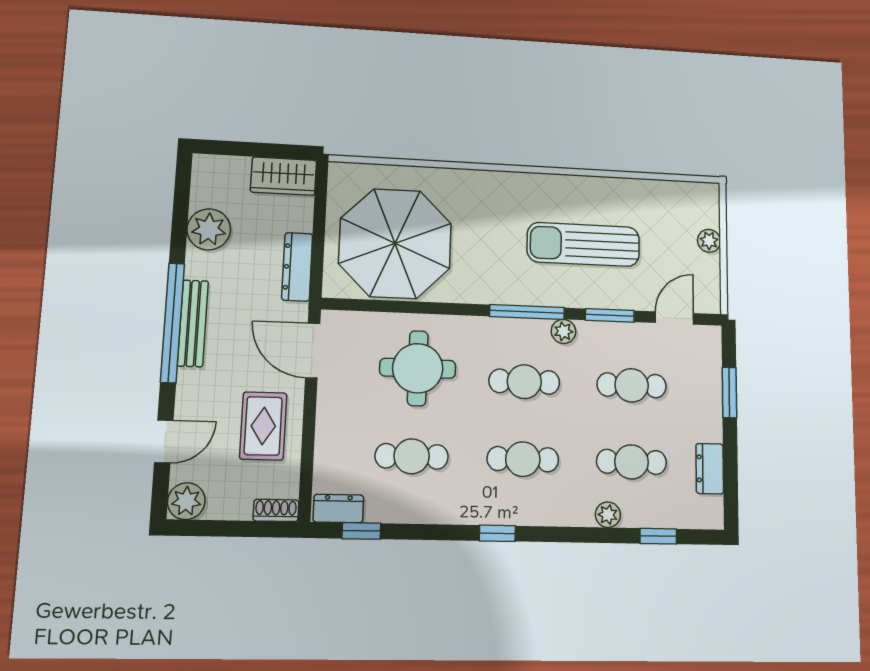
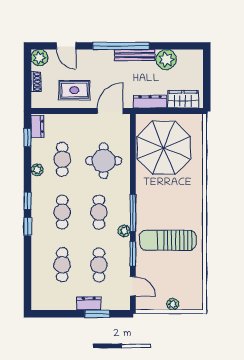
wardrobe: (284, 176) -> (183, 99), moved, turned 90
sun lounger: (583, 244) -> (168, 240), turned -90
bench: (193, 323) -> (135, 55), moved
dresser: (710, 469) -> (89, 304), moved
shoe rack: (276, 510) -> (36, 82), moved
plant: (608, 515) -> (37, 170), moved
window: (658, 536) -> (28, 226), moved

